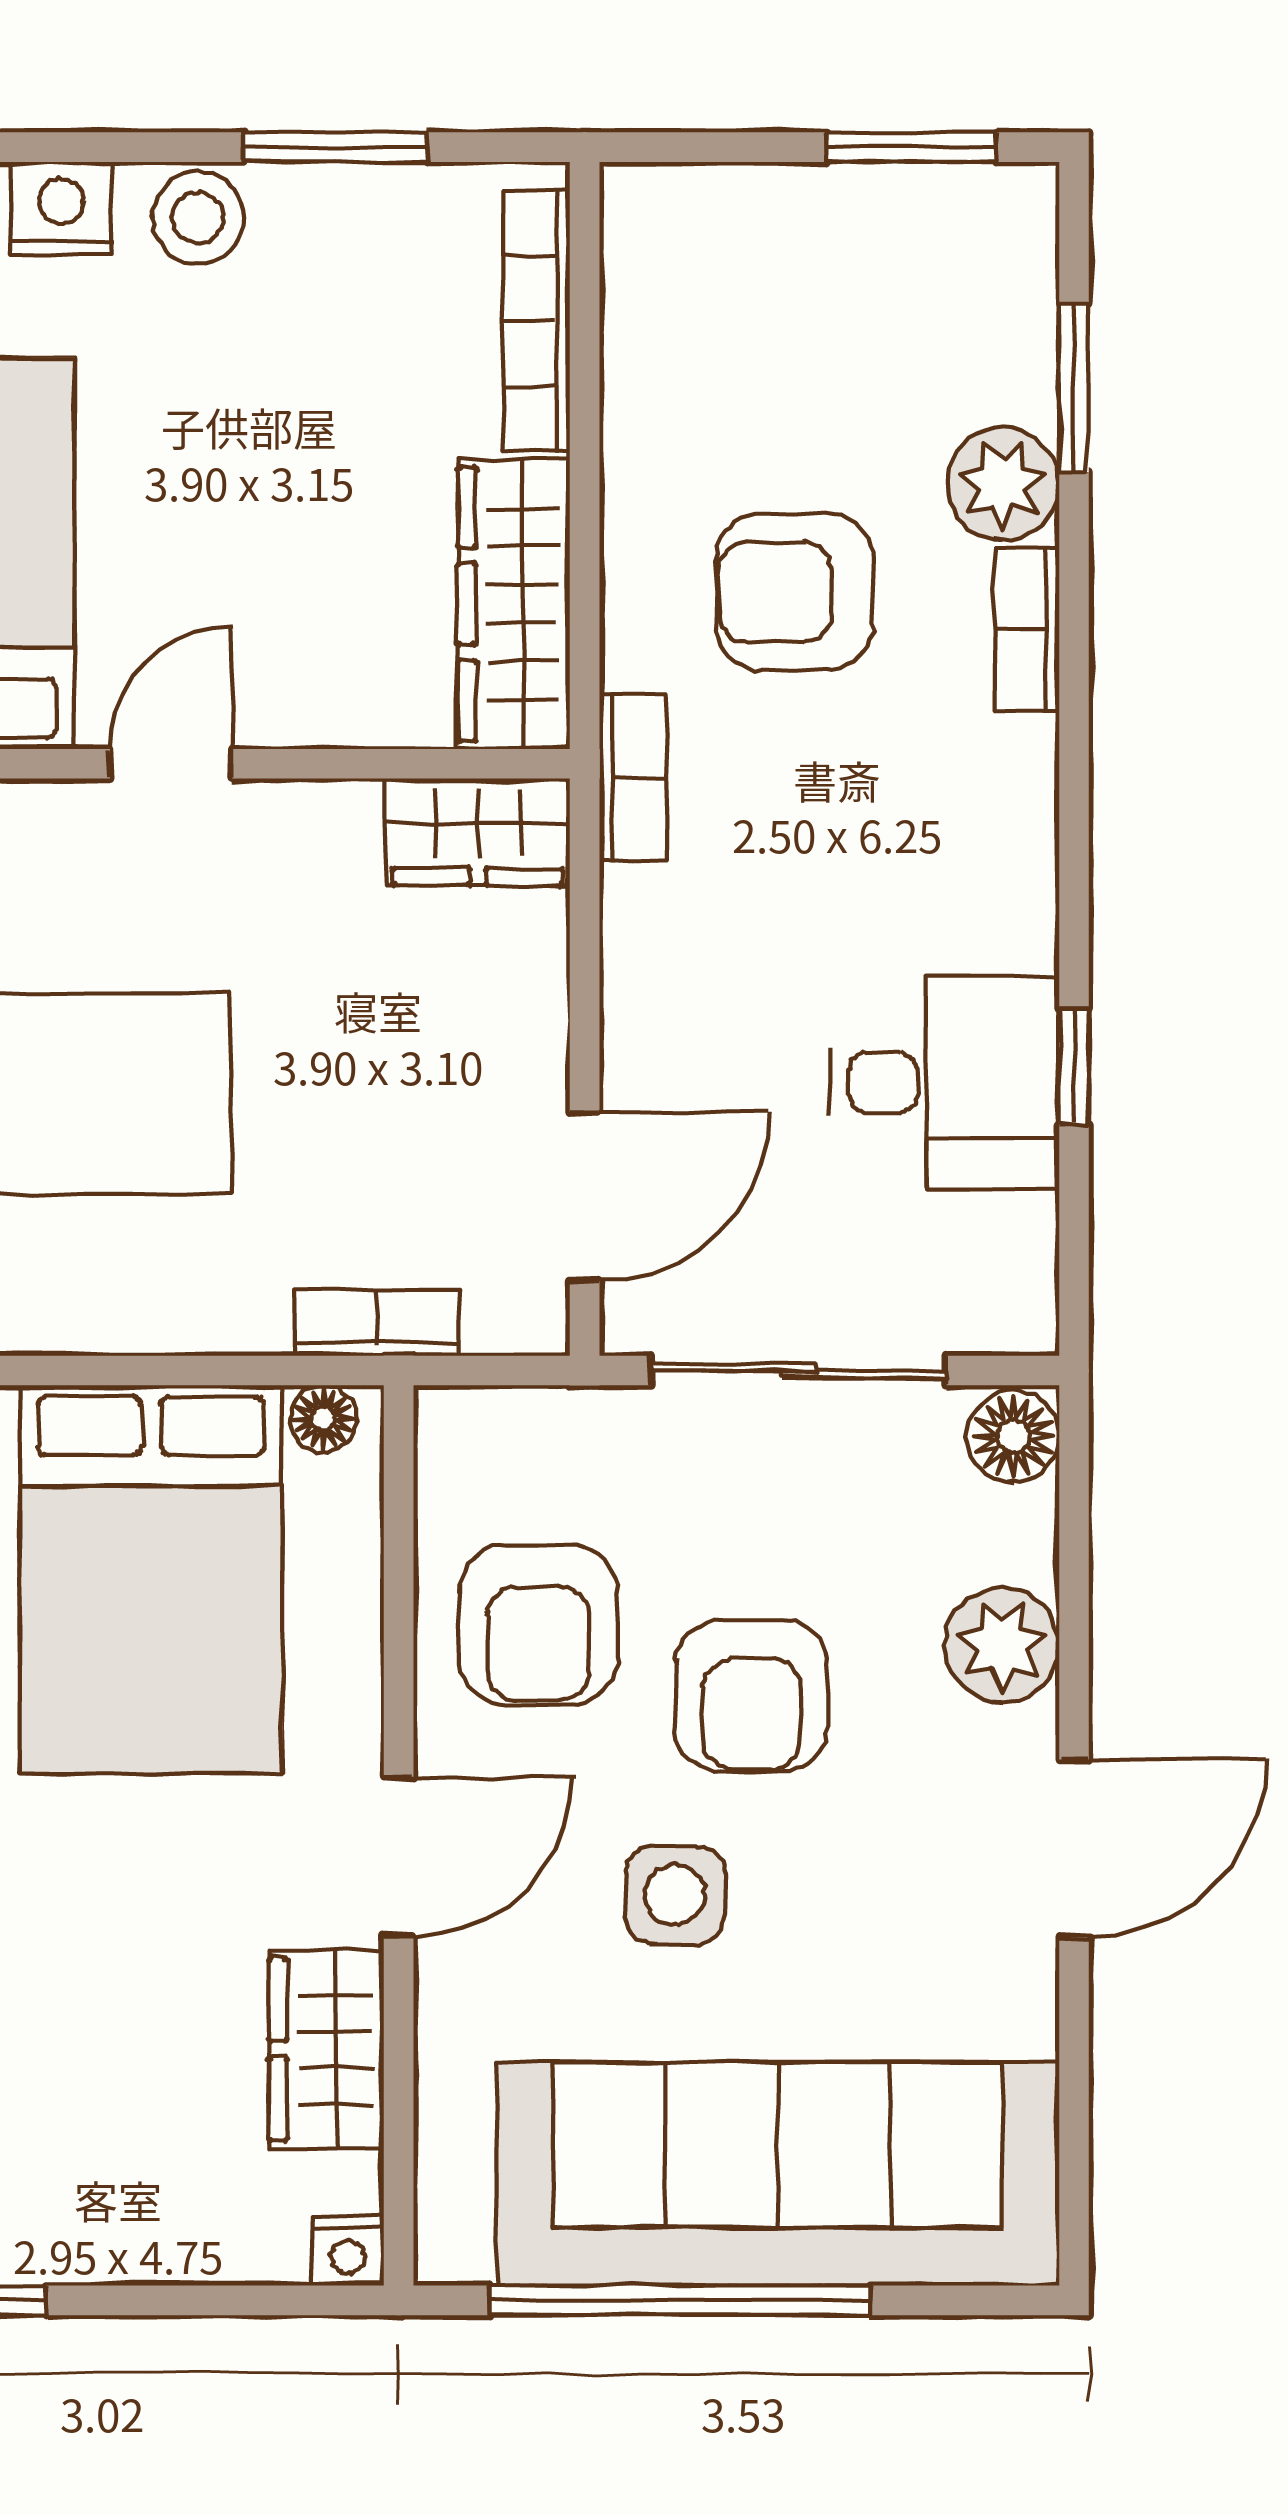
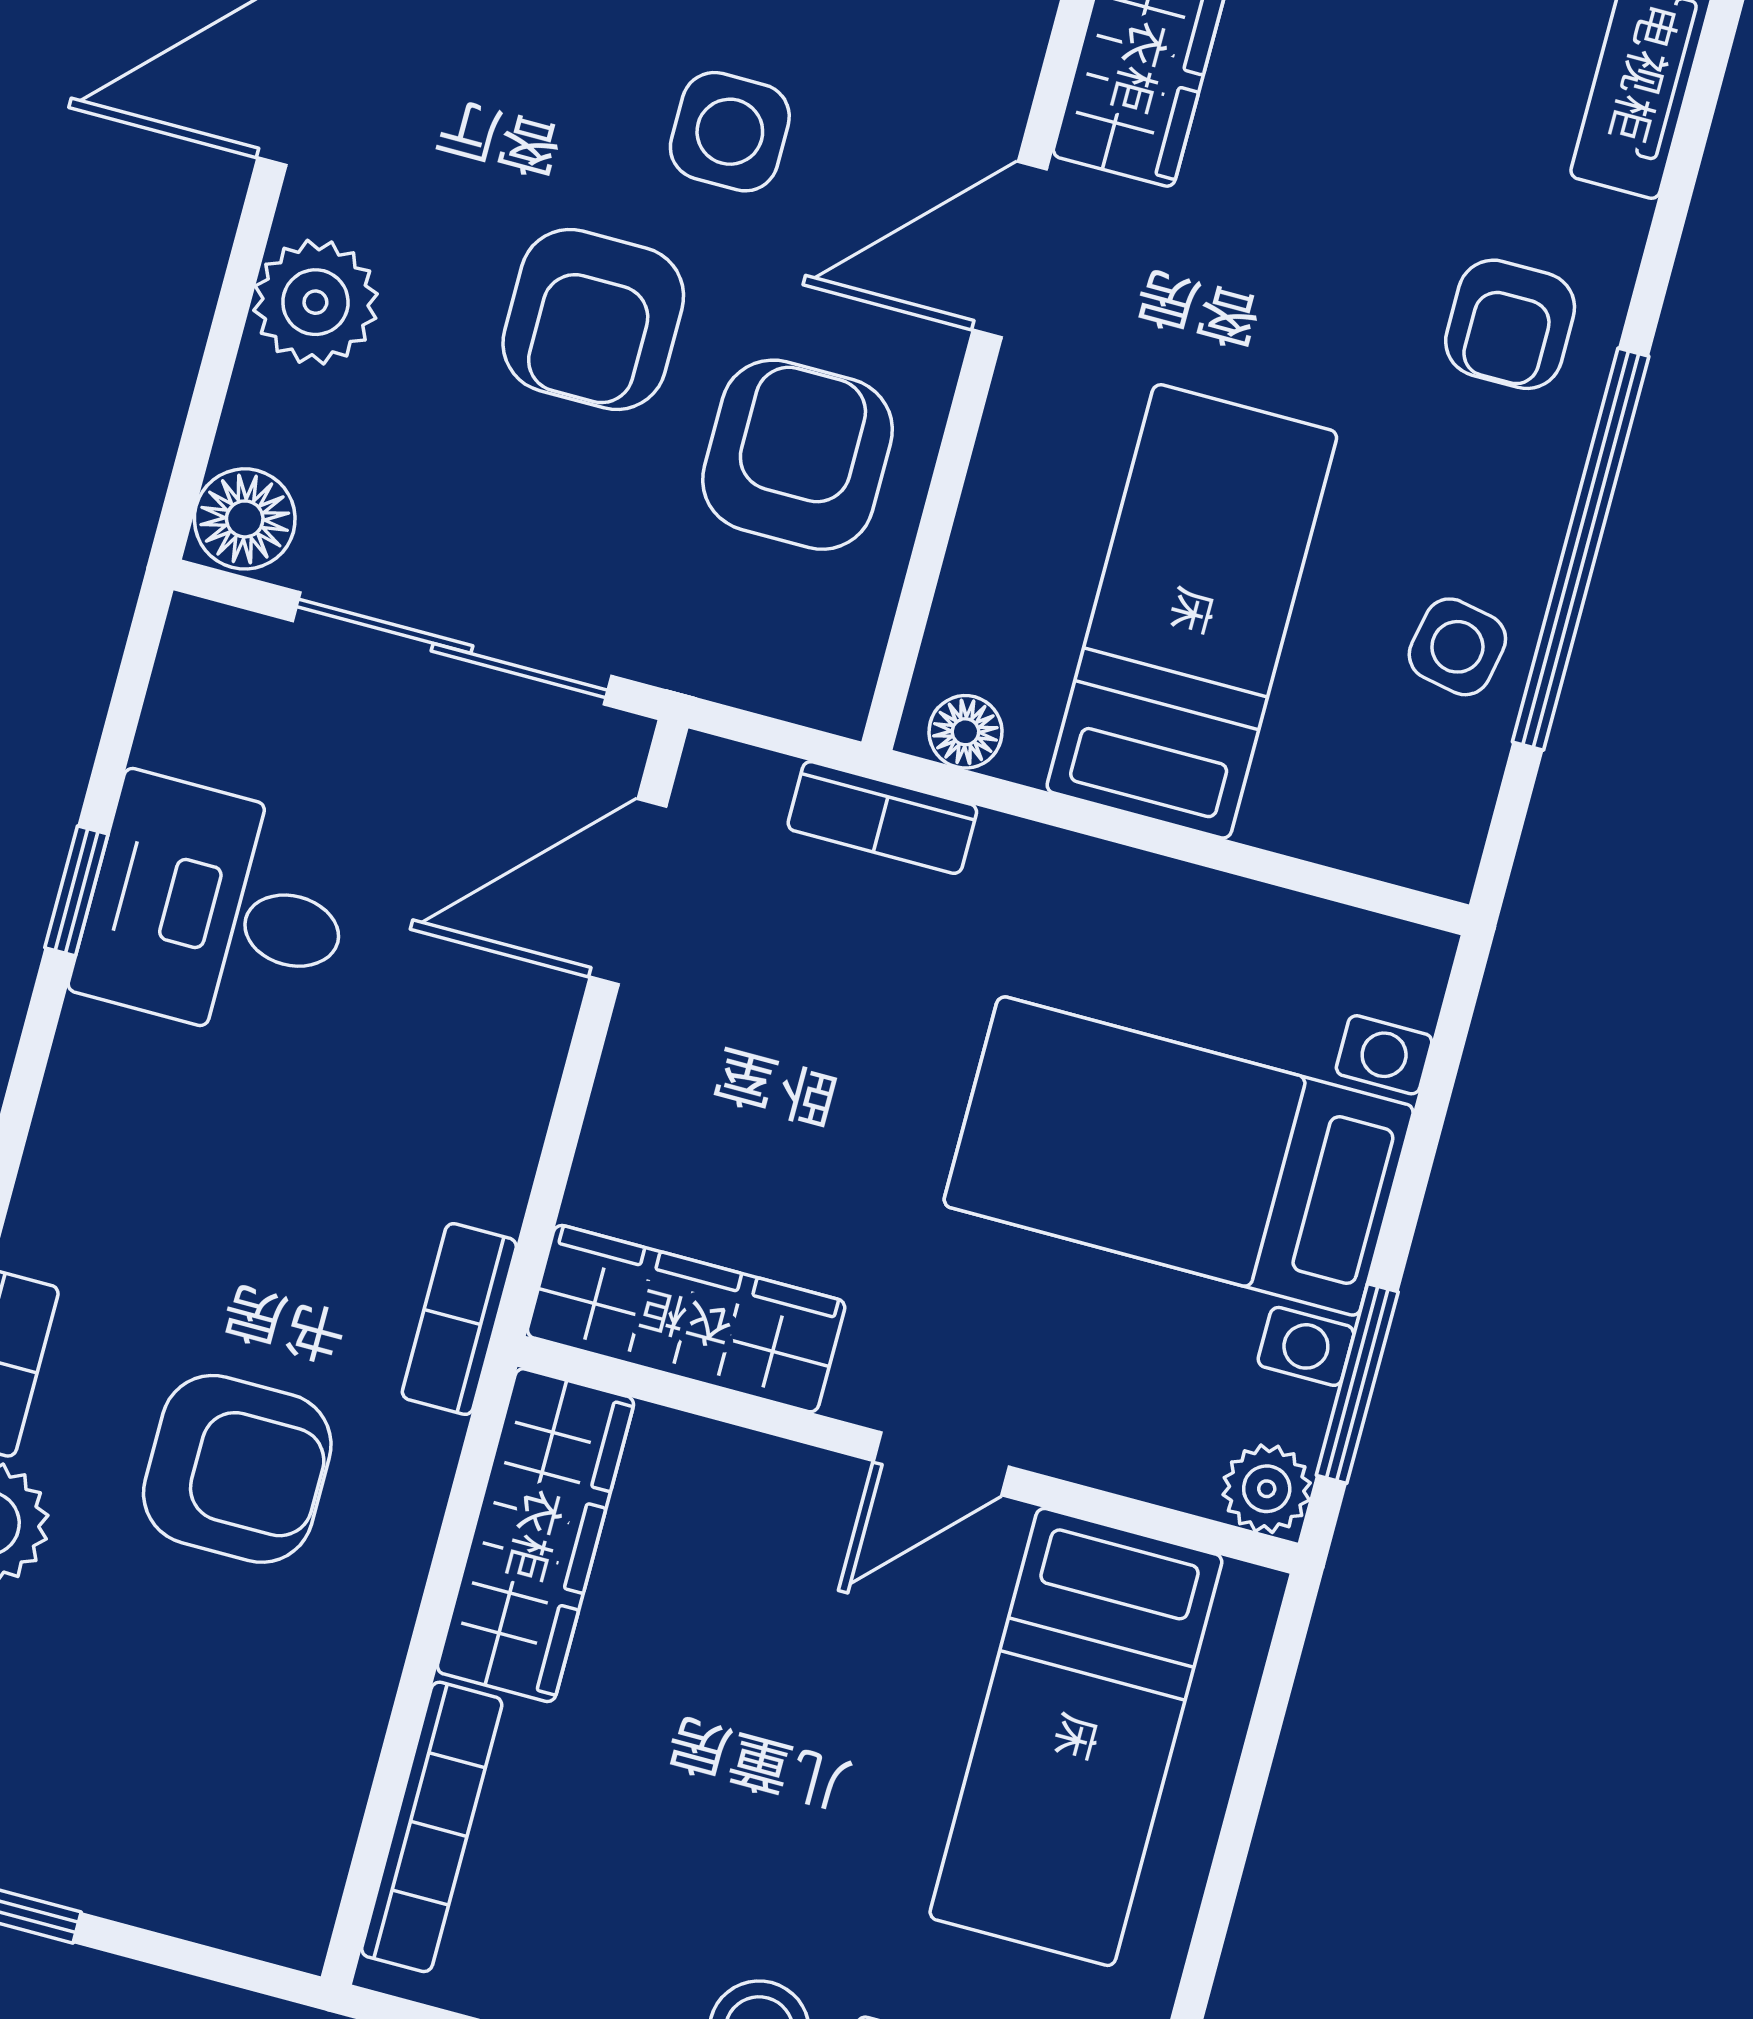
wardrobe: (478, 832) -> (686, 1319), width x1.50
bed: (151, 1579) -> (1192, 611), width x0.67
armchair: (751, 1696) -> (593, 319), turned 180

